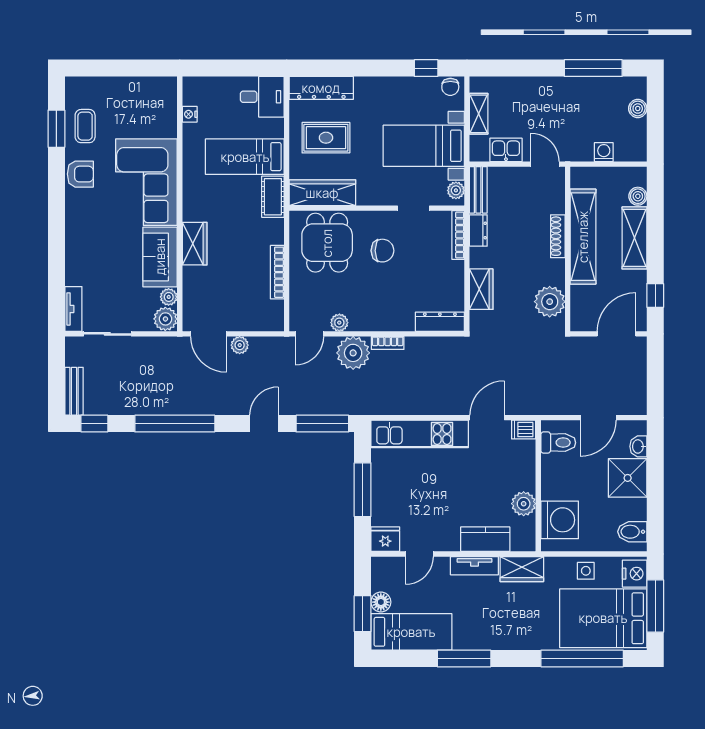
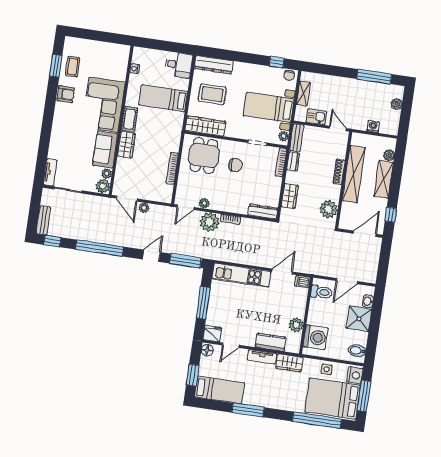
cot: (273, 197) -> (130, 119), moved
floor lamp: (381, 602) -> (207, 350), moved

